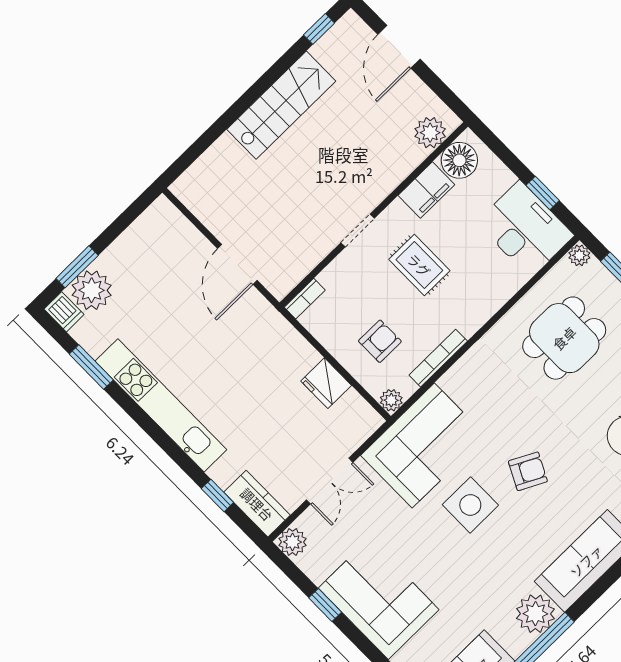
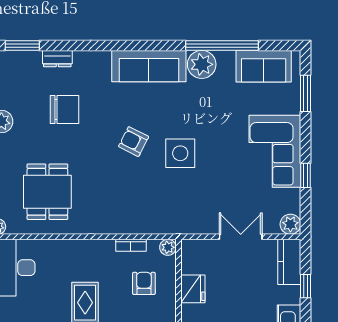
dining table: (564, 338) -> (47, 192), turned 90
armchair: (380, 341) -> (144, 283), turned 90
bookcase: (438, 358) -> (131, 245), width x0.64
corner sofa: (423, 445) -> (174, 208), removed

